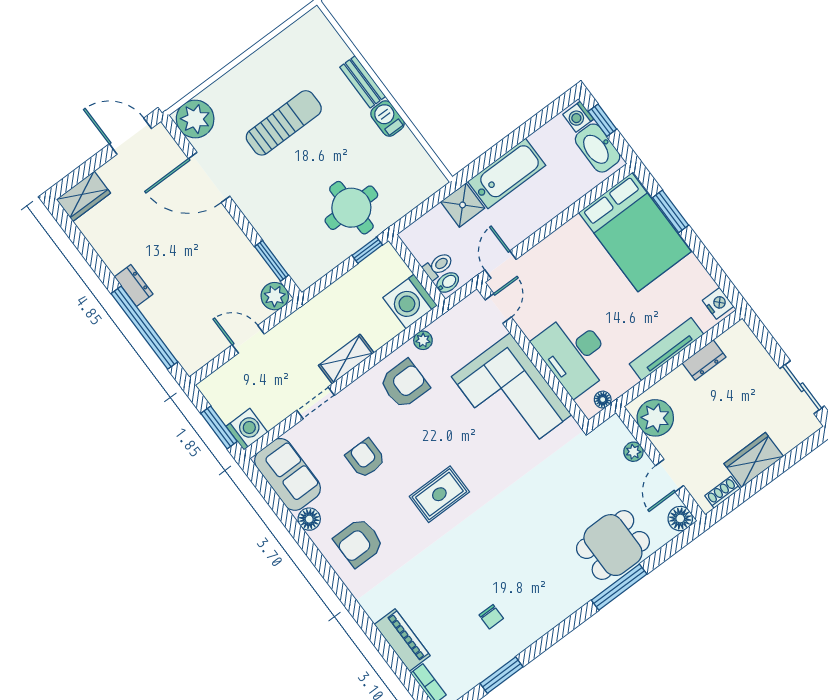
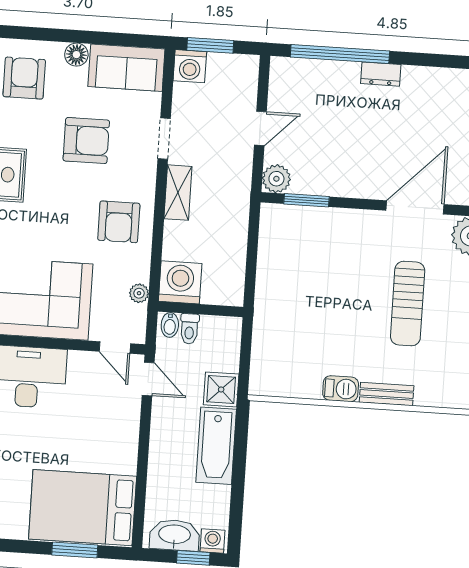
round table: (351, 208) -> (294, 300), removed
window: (367, 250) -> (250, 283), removed
plant: (423, 340) -> (139, 293), moved
armchair: (366, 458) -> (86, 141), width x1.38, depth x1.38

